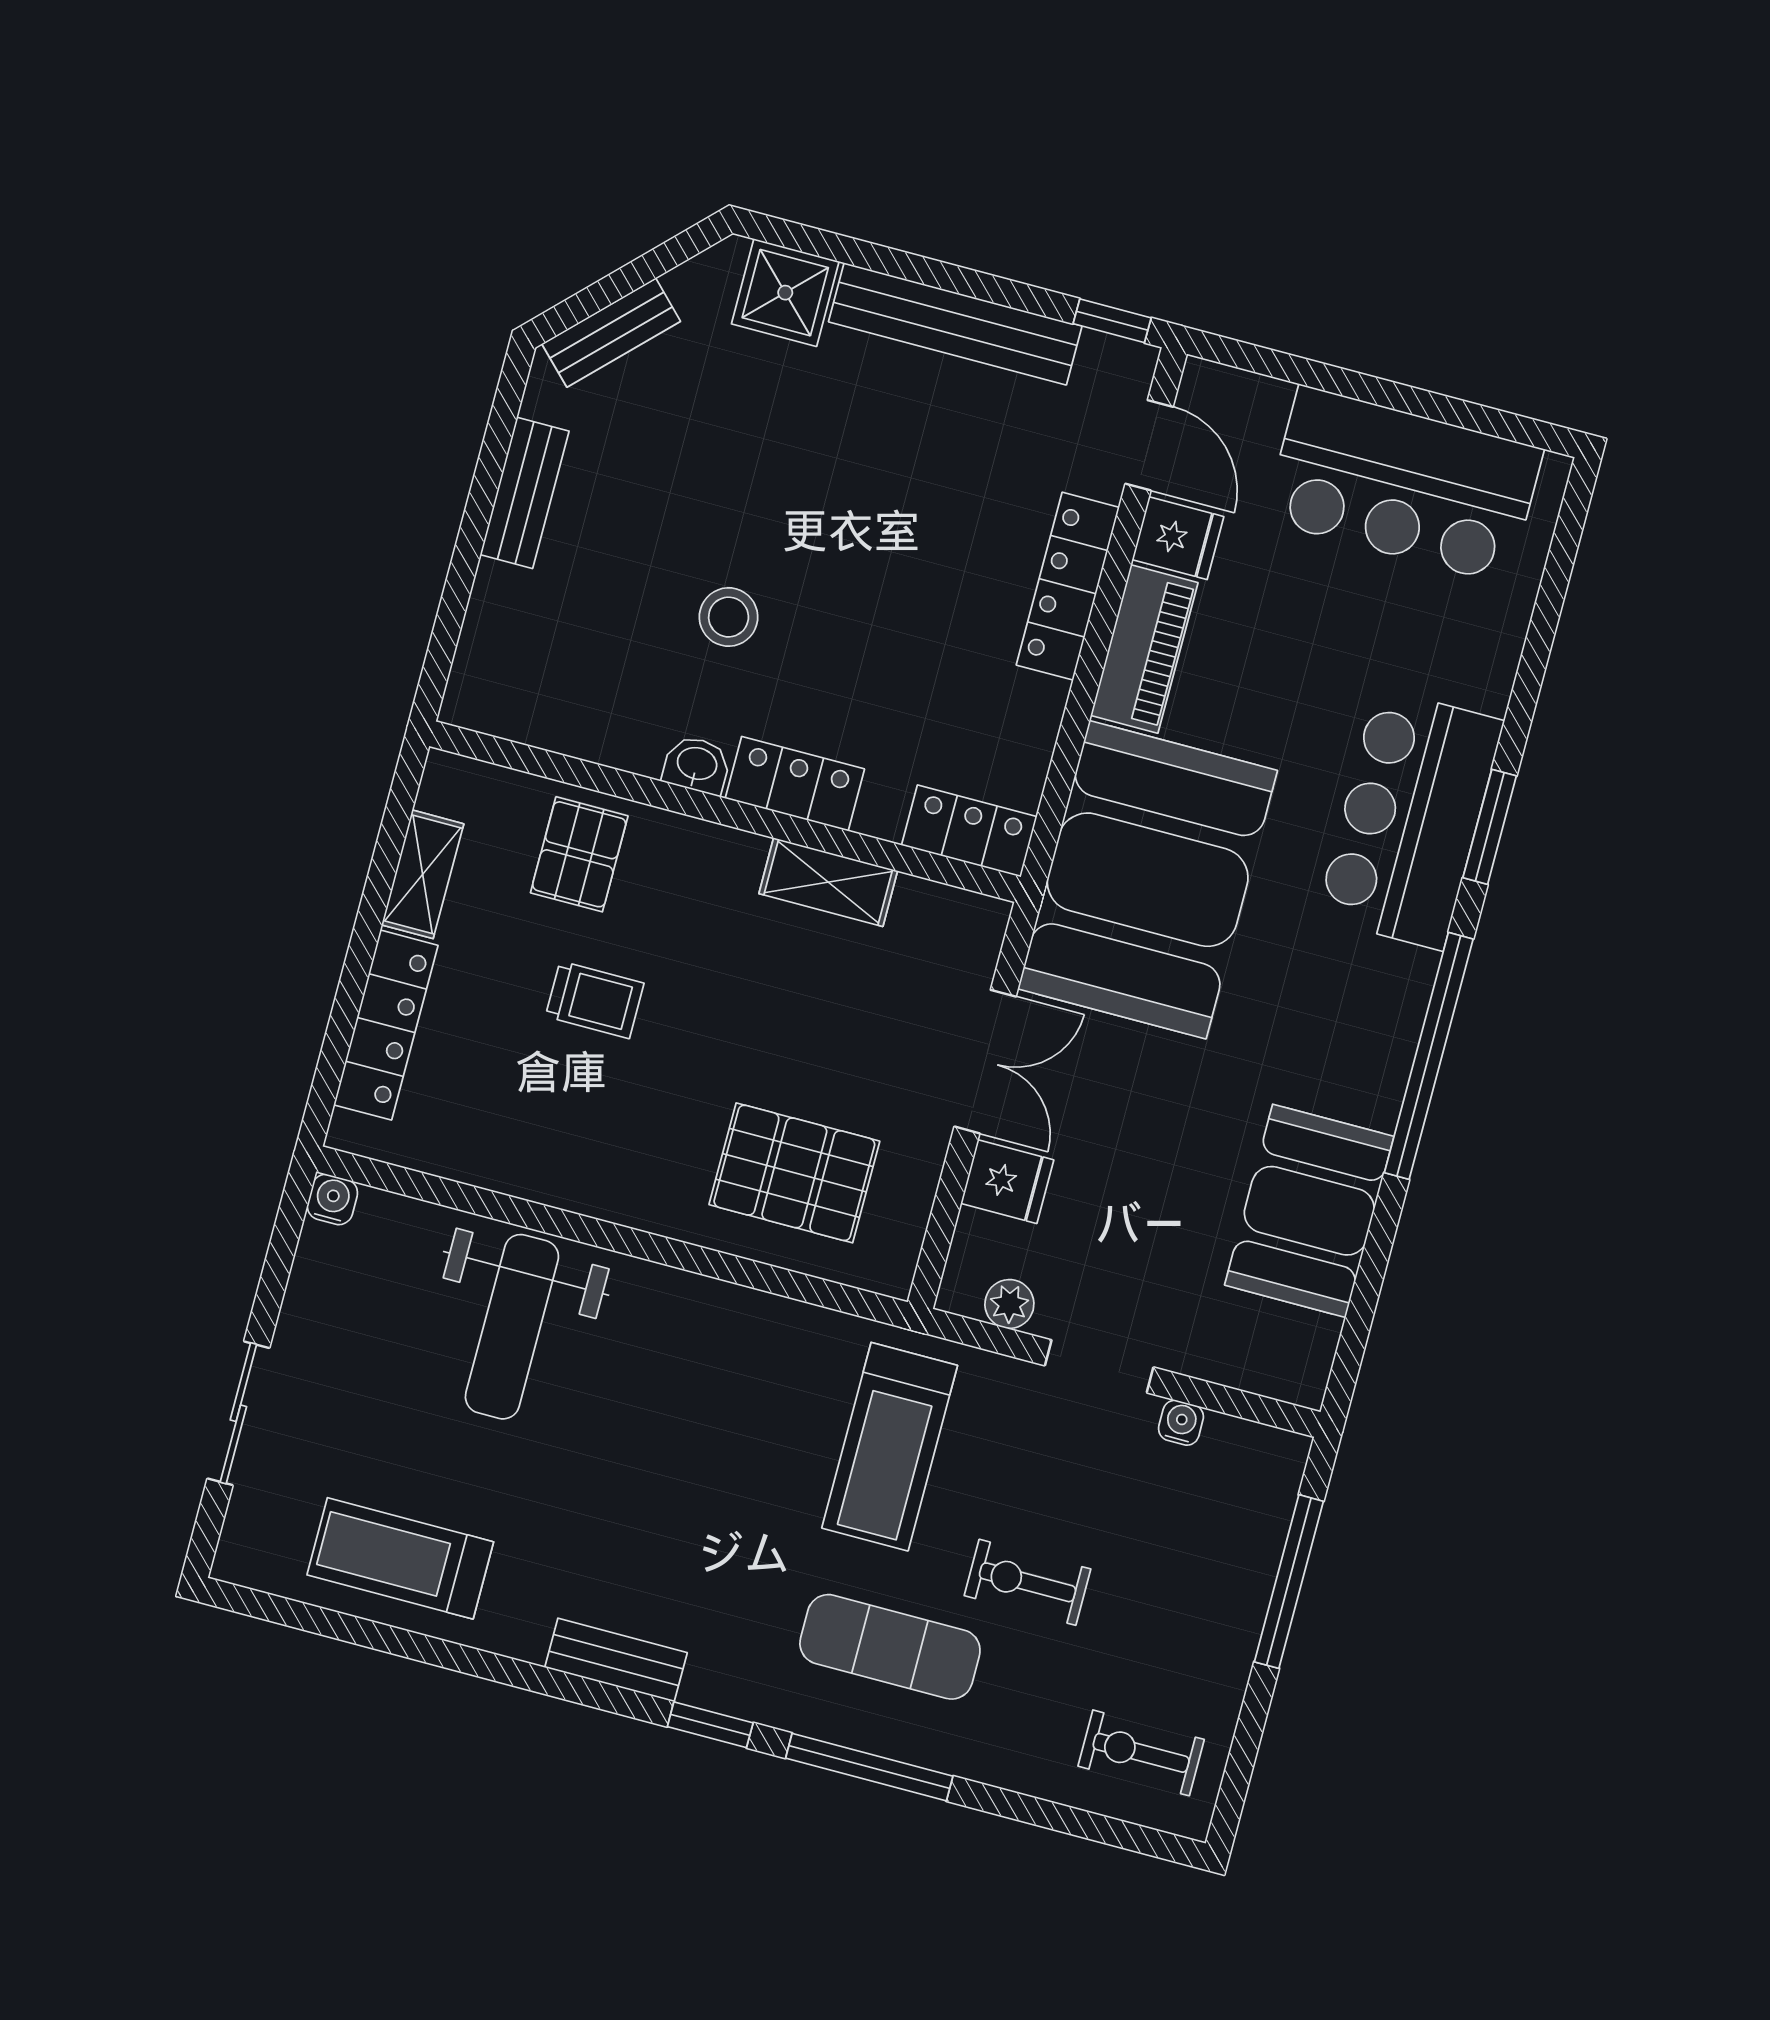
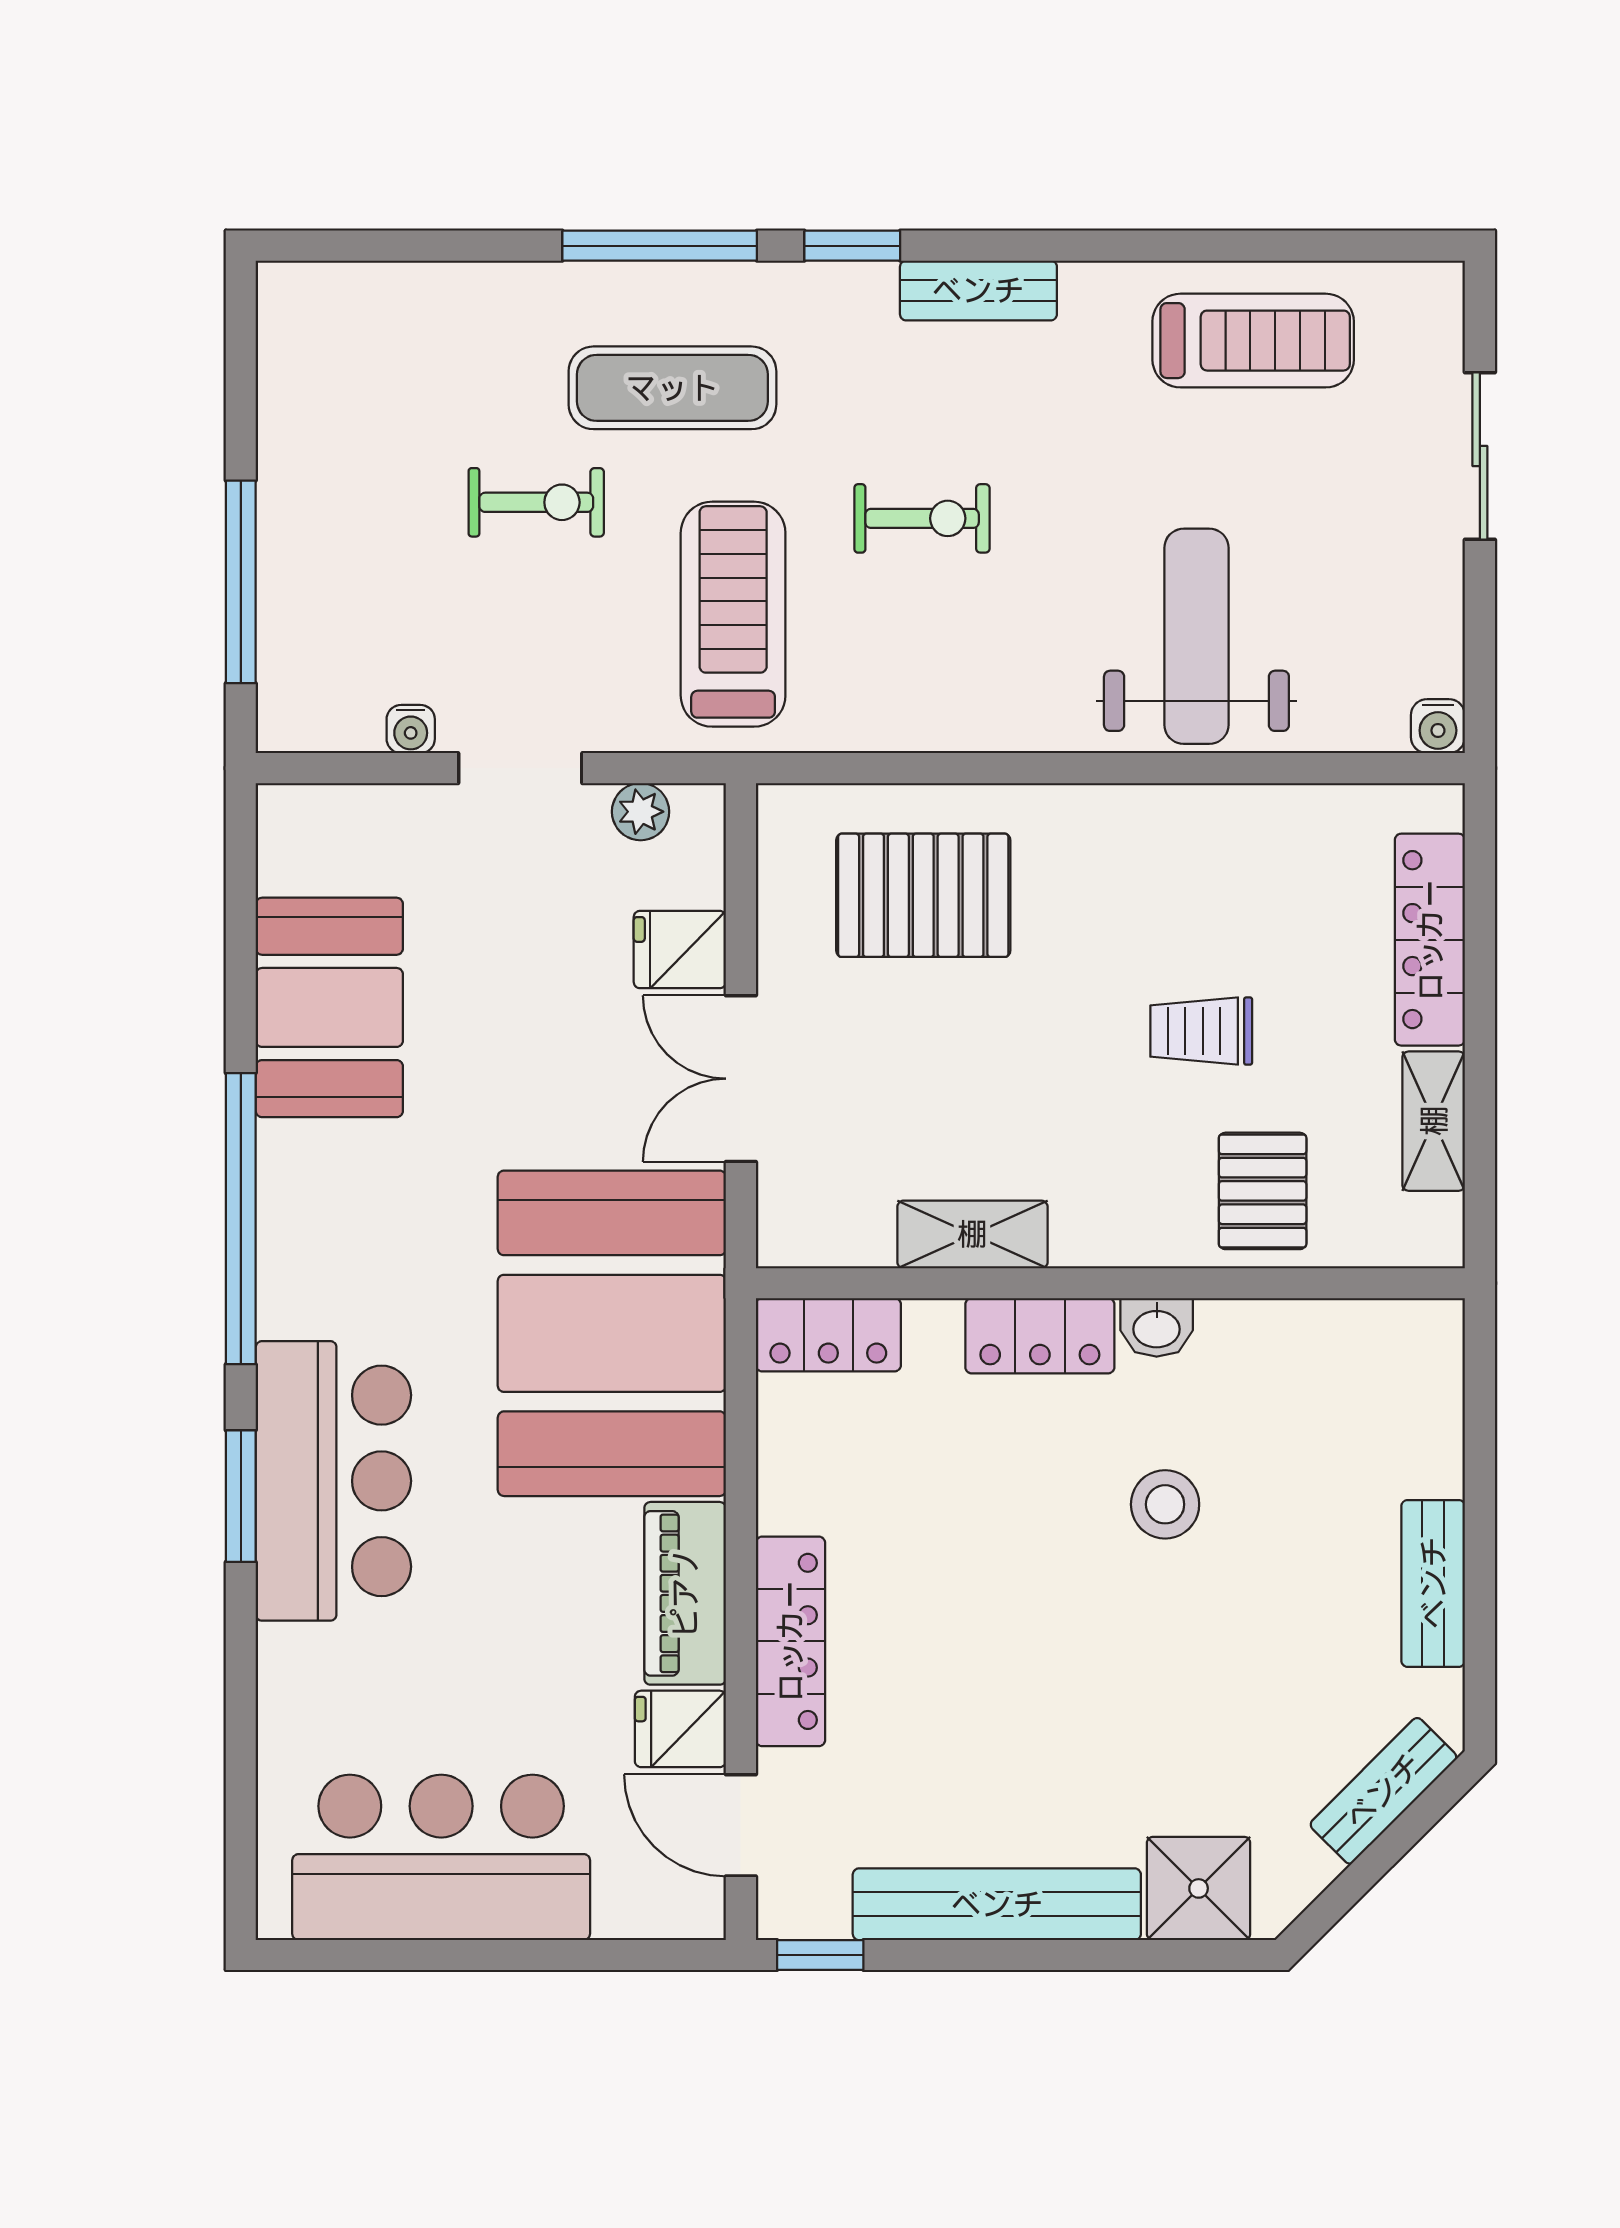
exercise bike: (1141, 1753) -> (922, 518), moved

